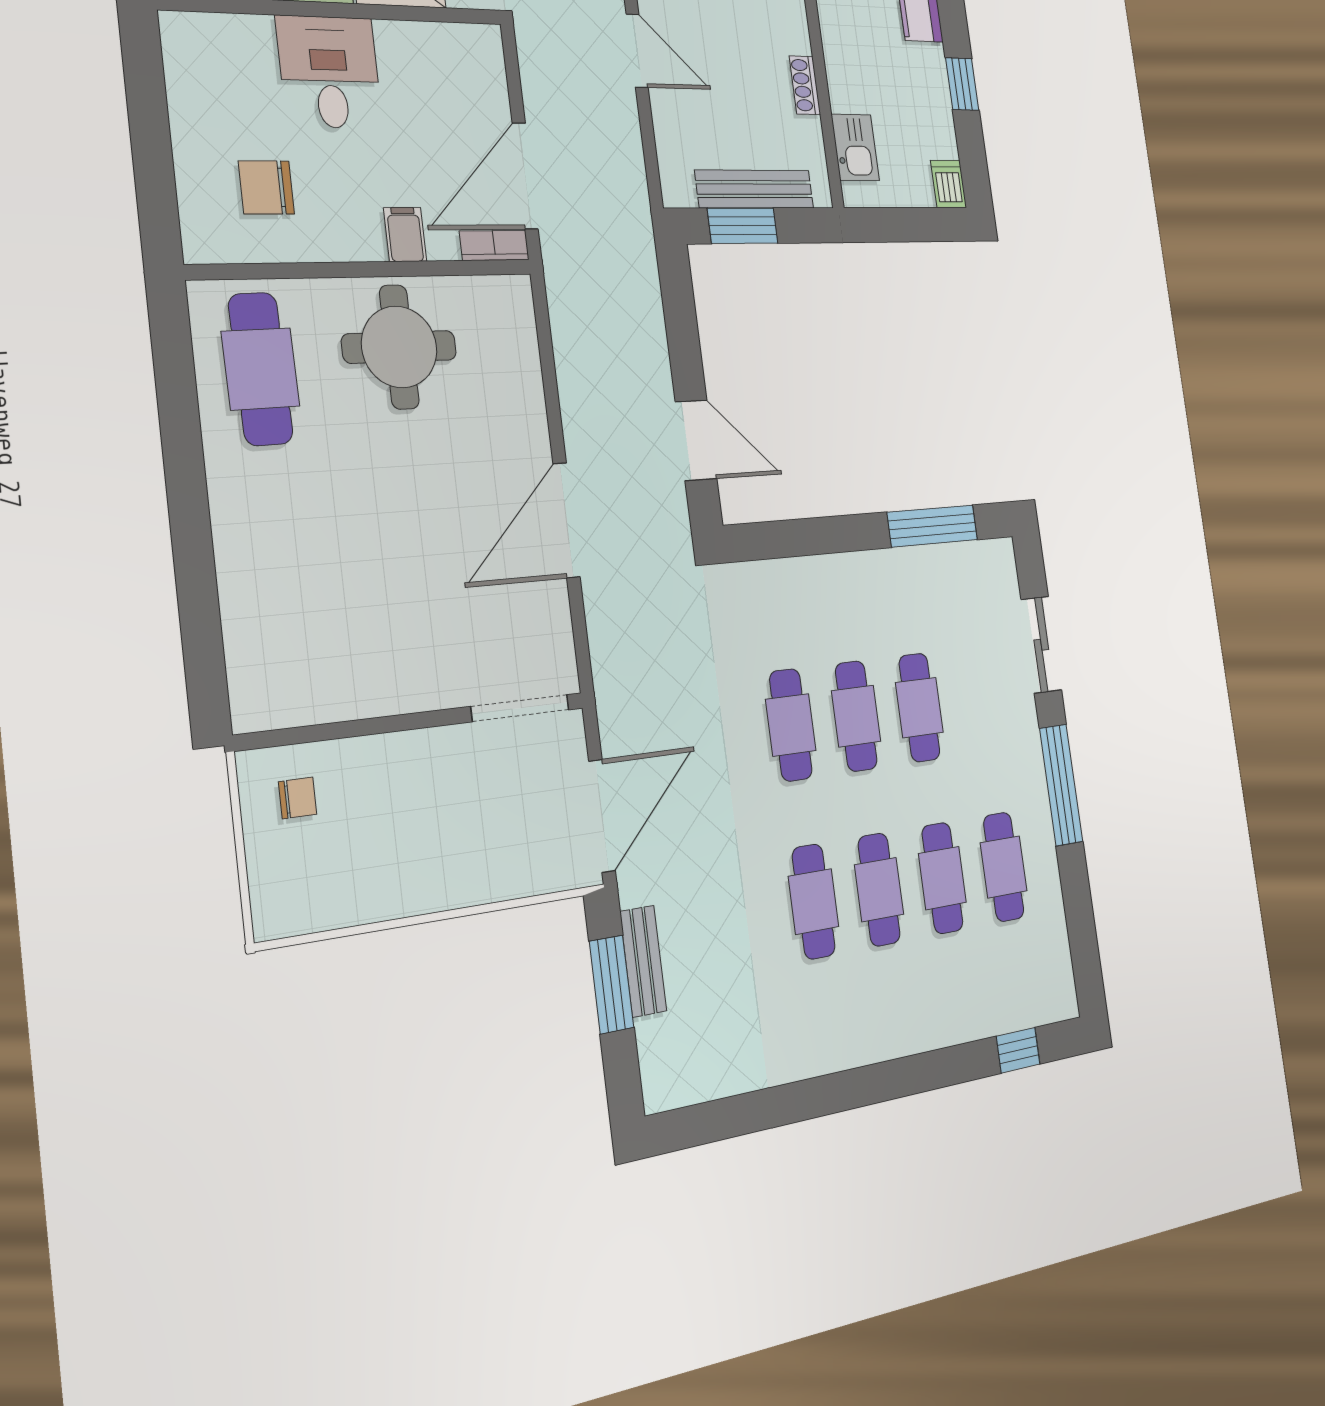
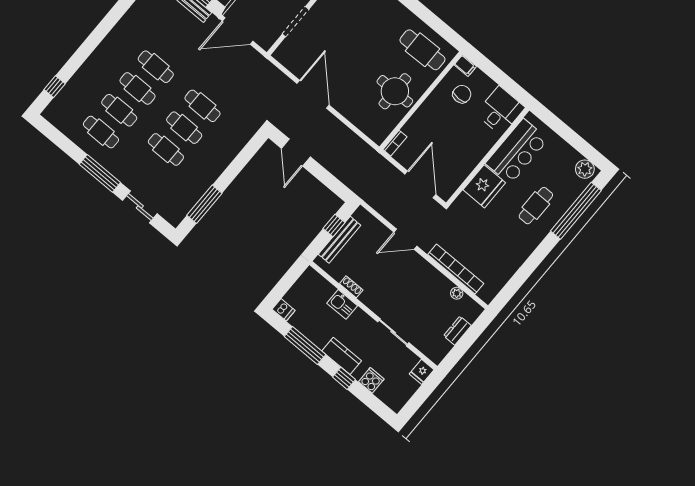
desk: (329, 72) -> (500, 111), moved, turned -90
window: (962, 84) -> (305, 346), width x2.17
kitchen sink: (855, 147) -> (342, 304), moved
door: (525, 176) -> (420, 184), moved
window: (743, 226) -> (334, 226), width x0.67
filing cabinet: (405, 234) -> (465, 66), moved
door: (696, 440) -> (296, 153), hinge flipped
doorway: (520, 708) -> (296, 22), moved
door: (602, 816) -> (238, 31), hinge flipped

